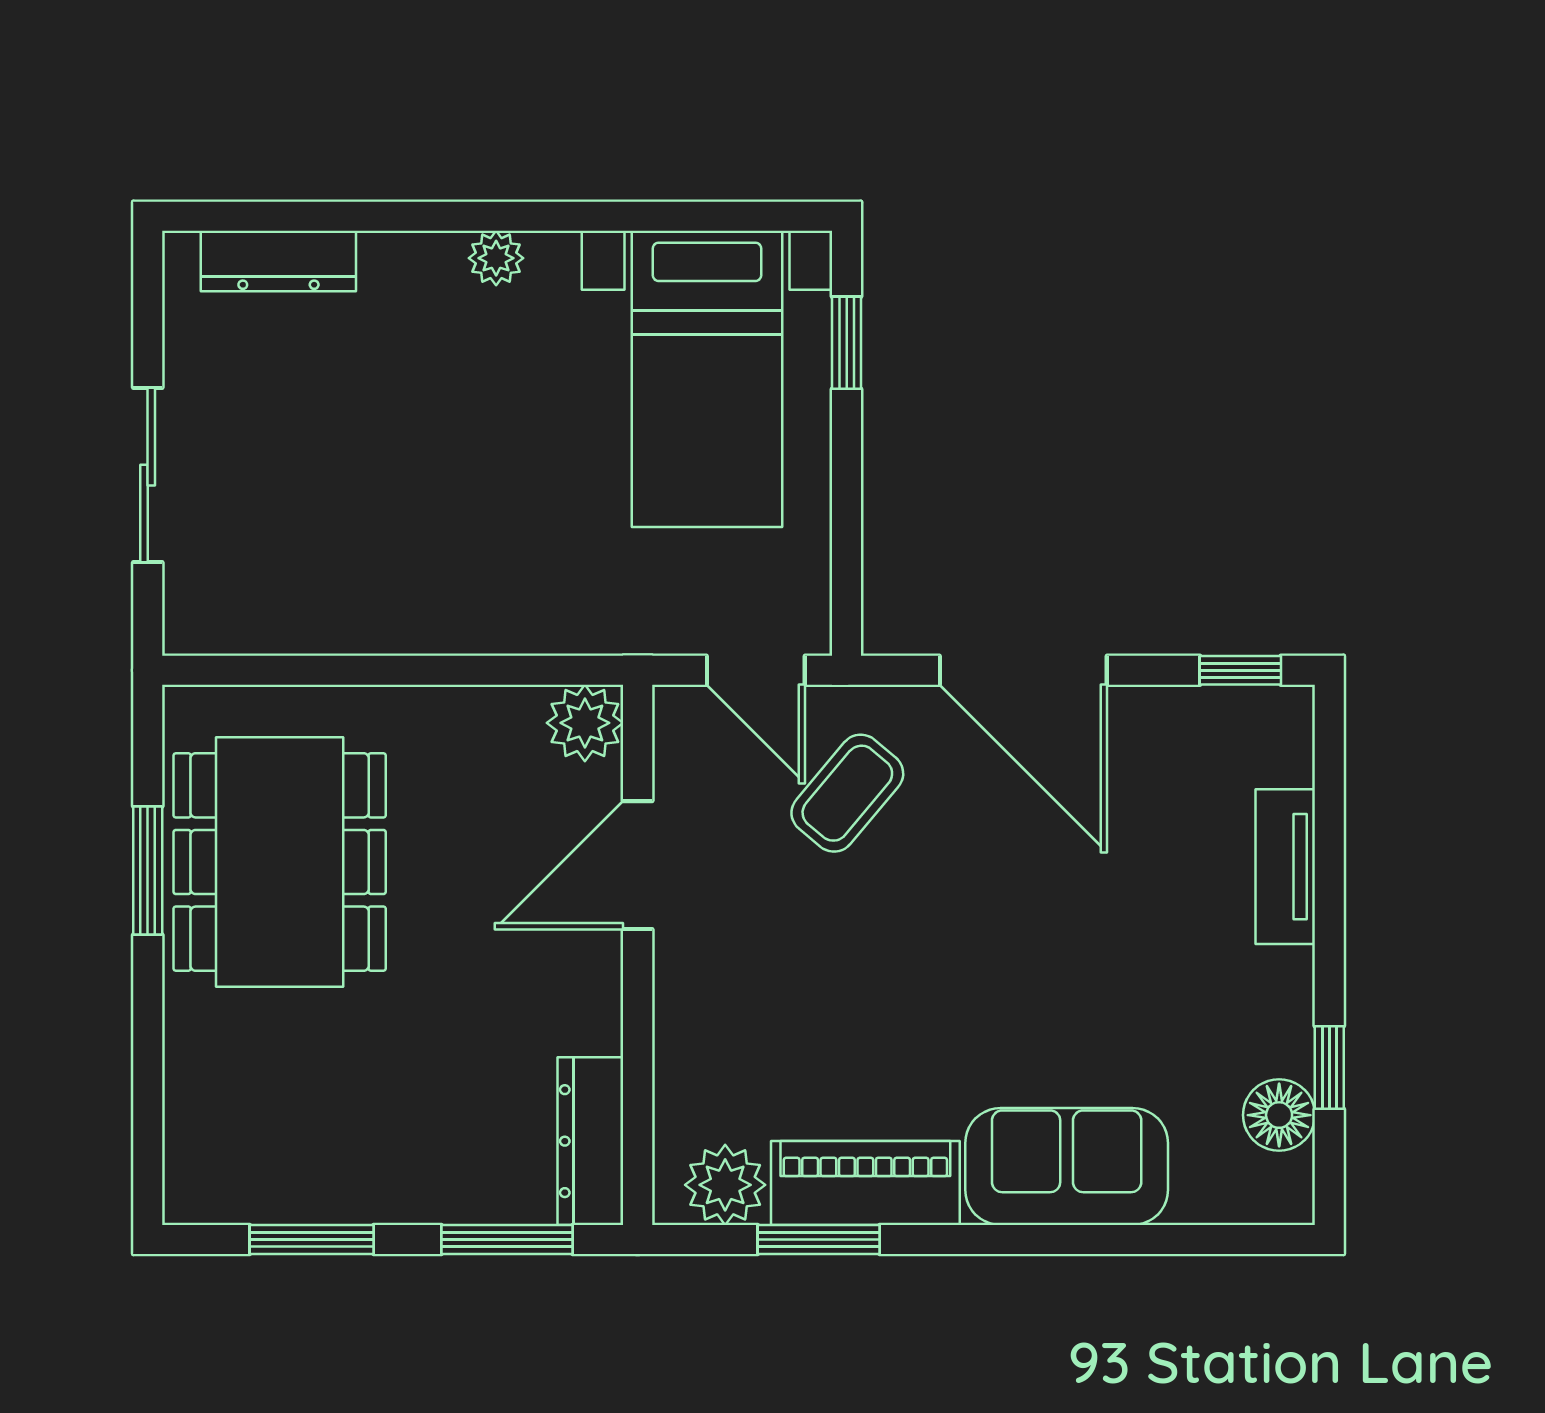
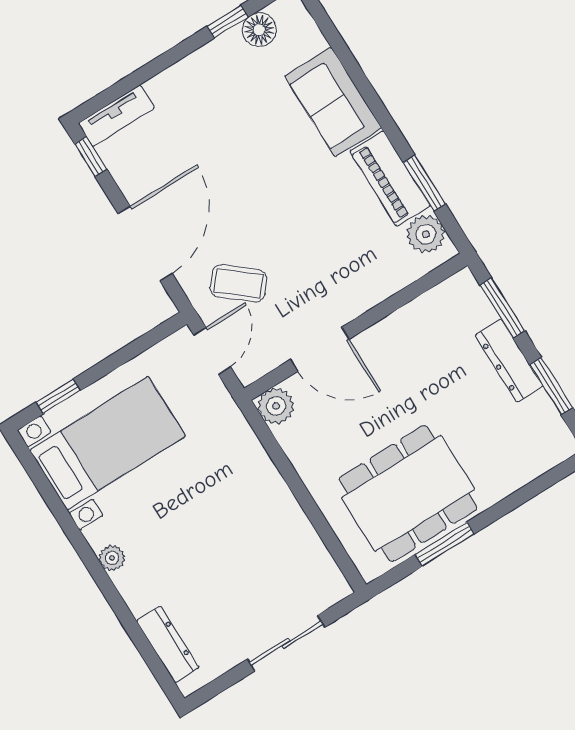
tv unit: (1285, 867) -> (116, 116), moved
dresser: (590, 1141) -> (509, 361), moved, turned 90

